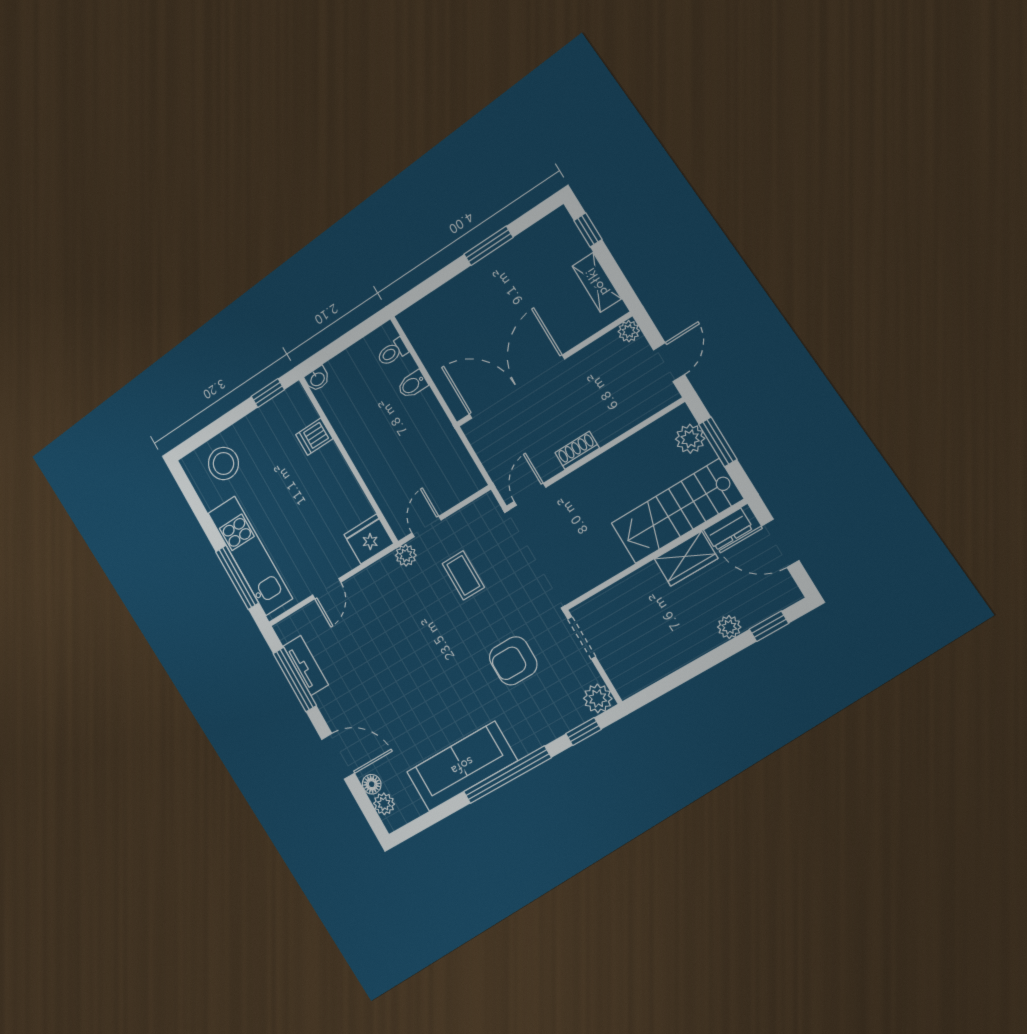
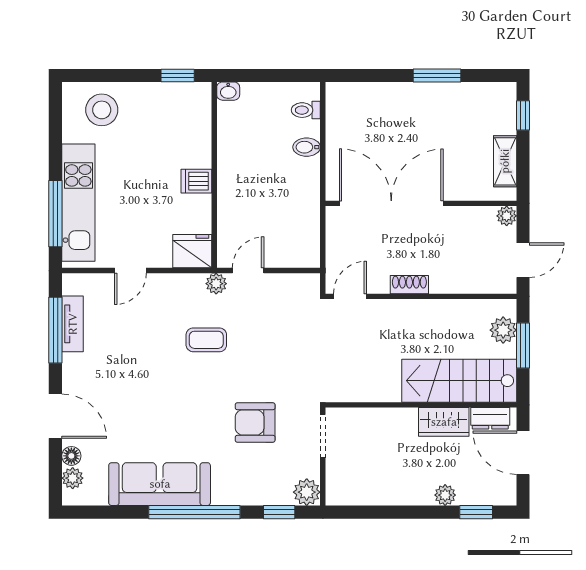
dishwasher: (314, 437) -> (196, 181), moved
coffee table: (463, 575) -> (206, 340), moved, turned 90

